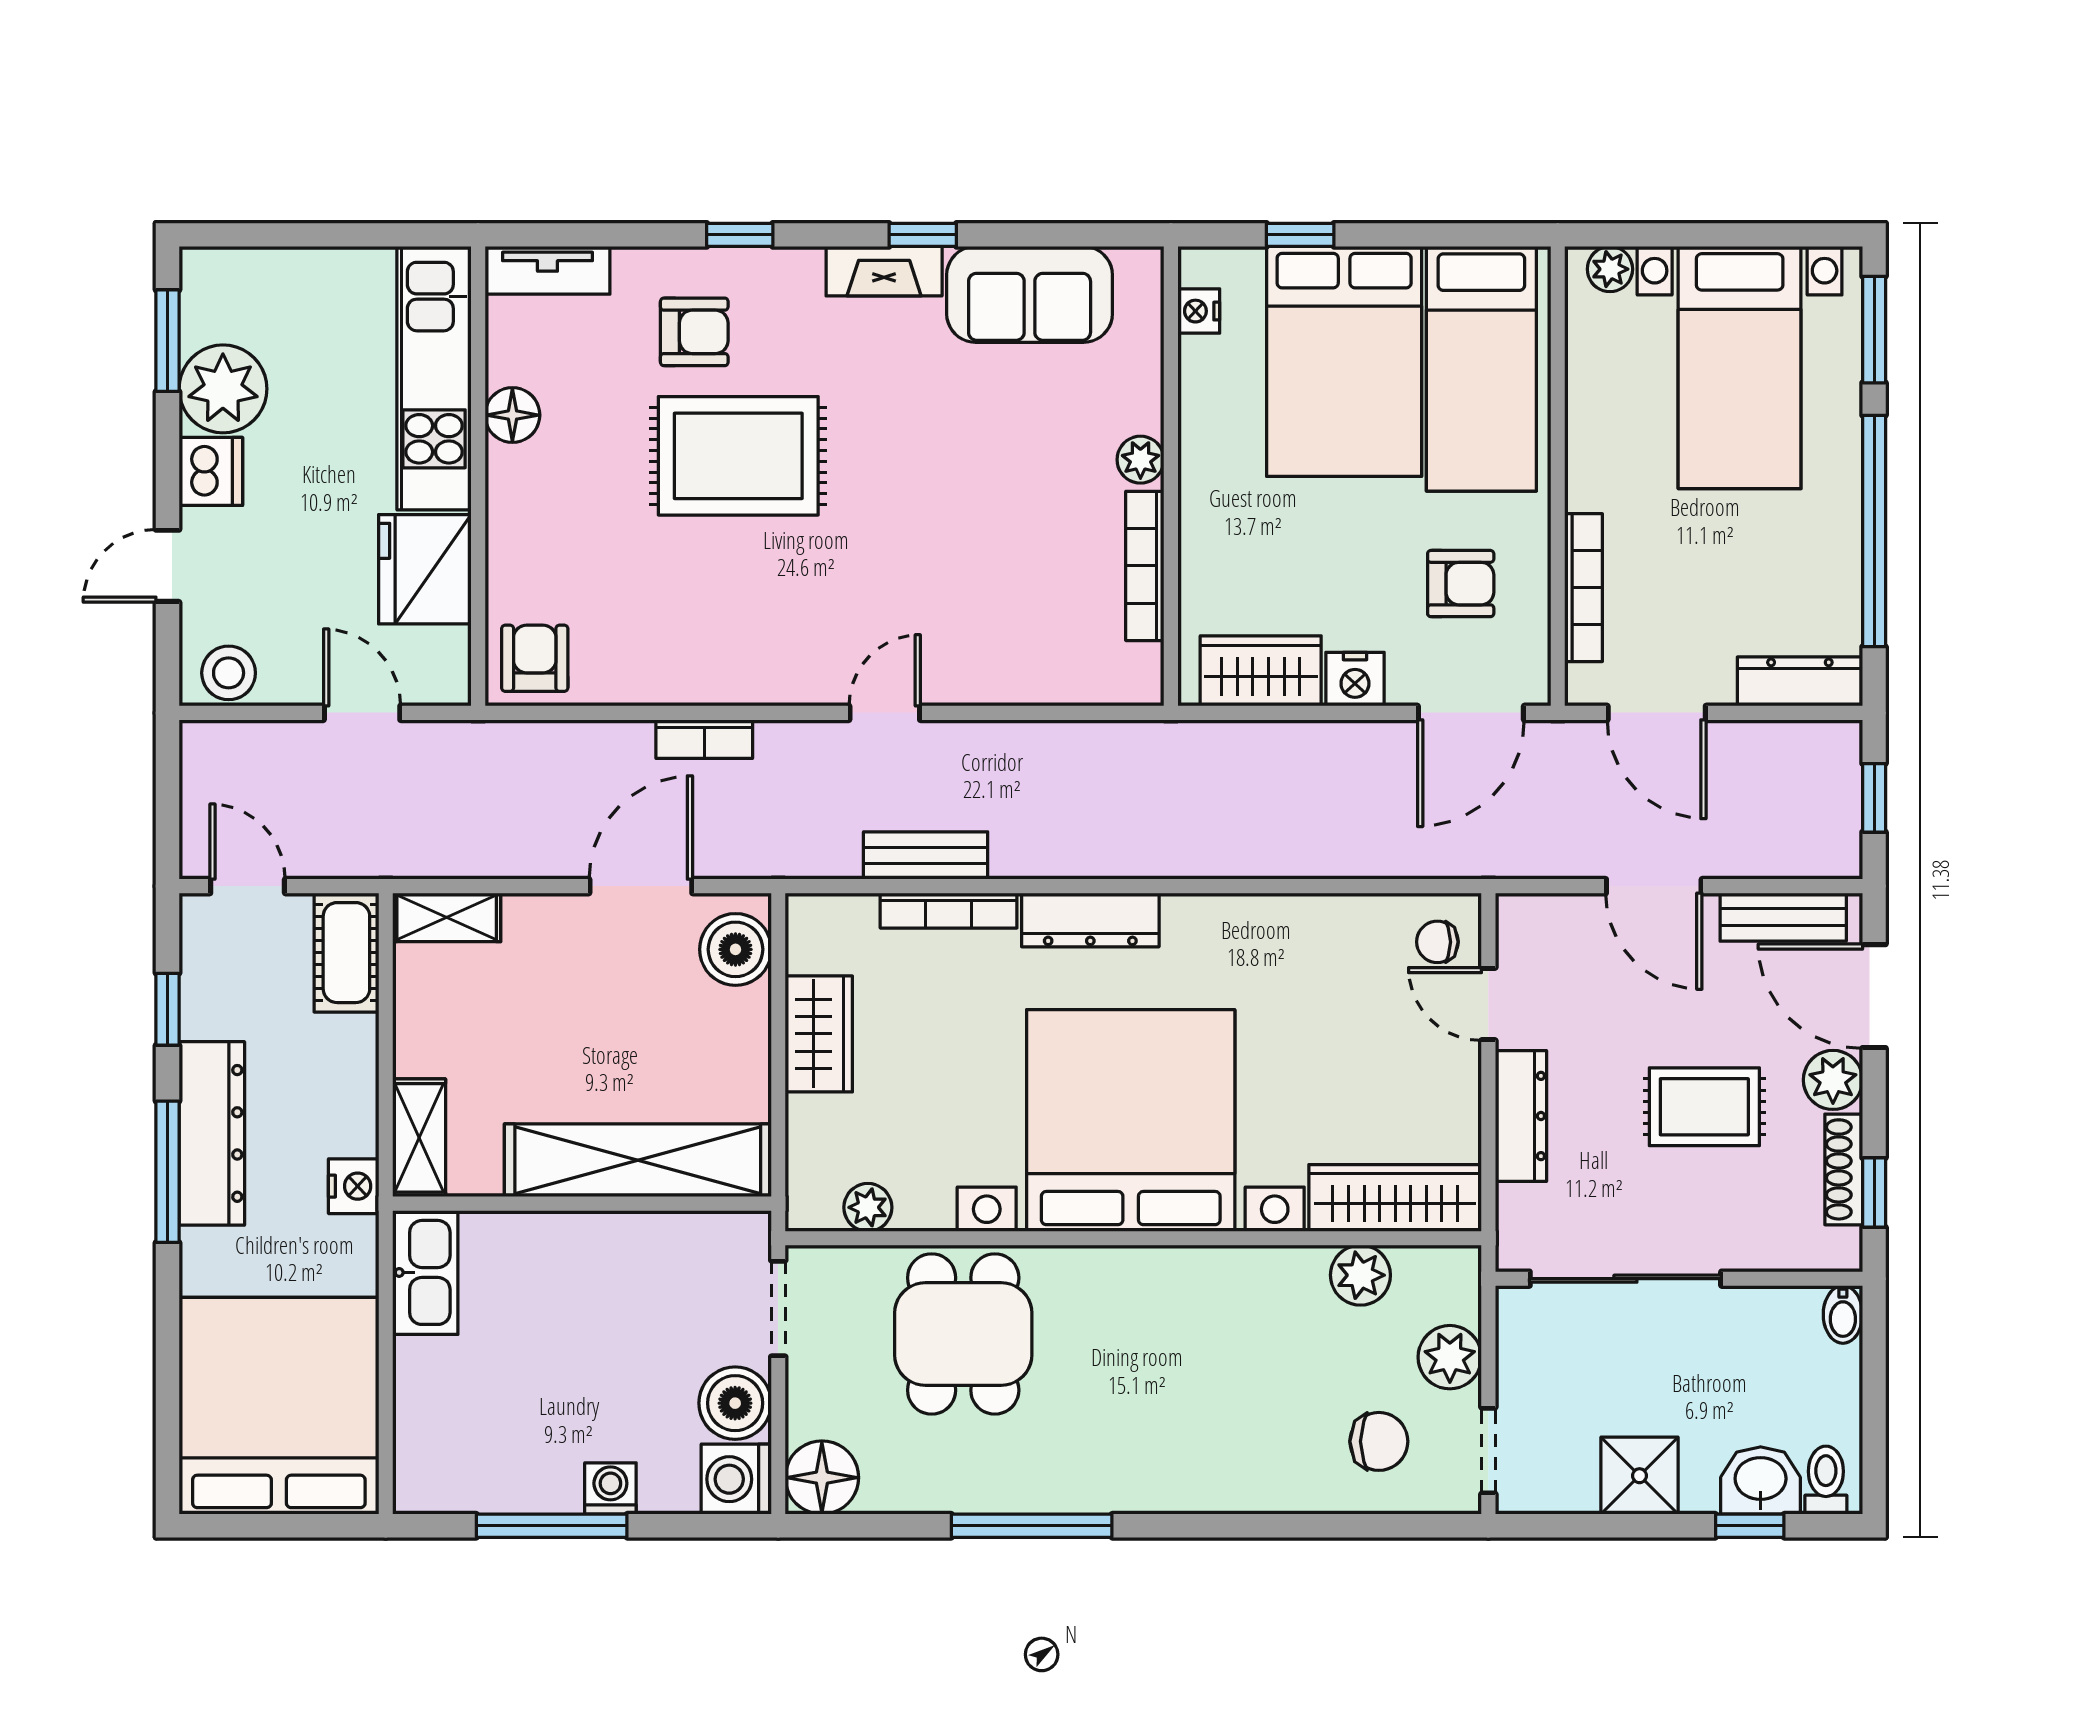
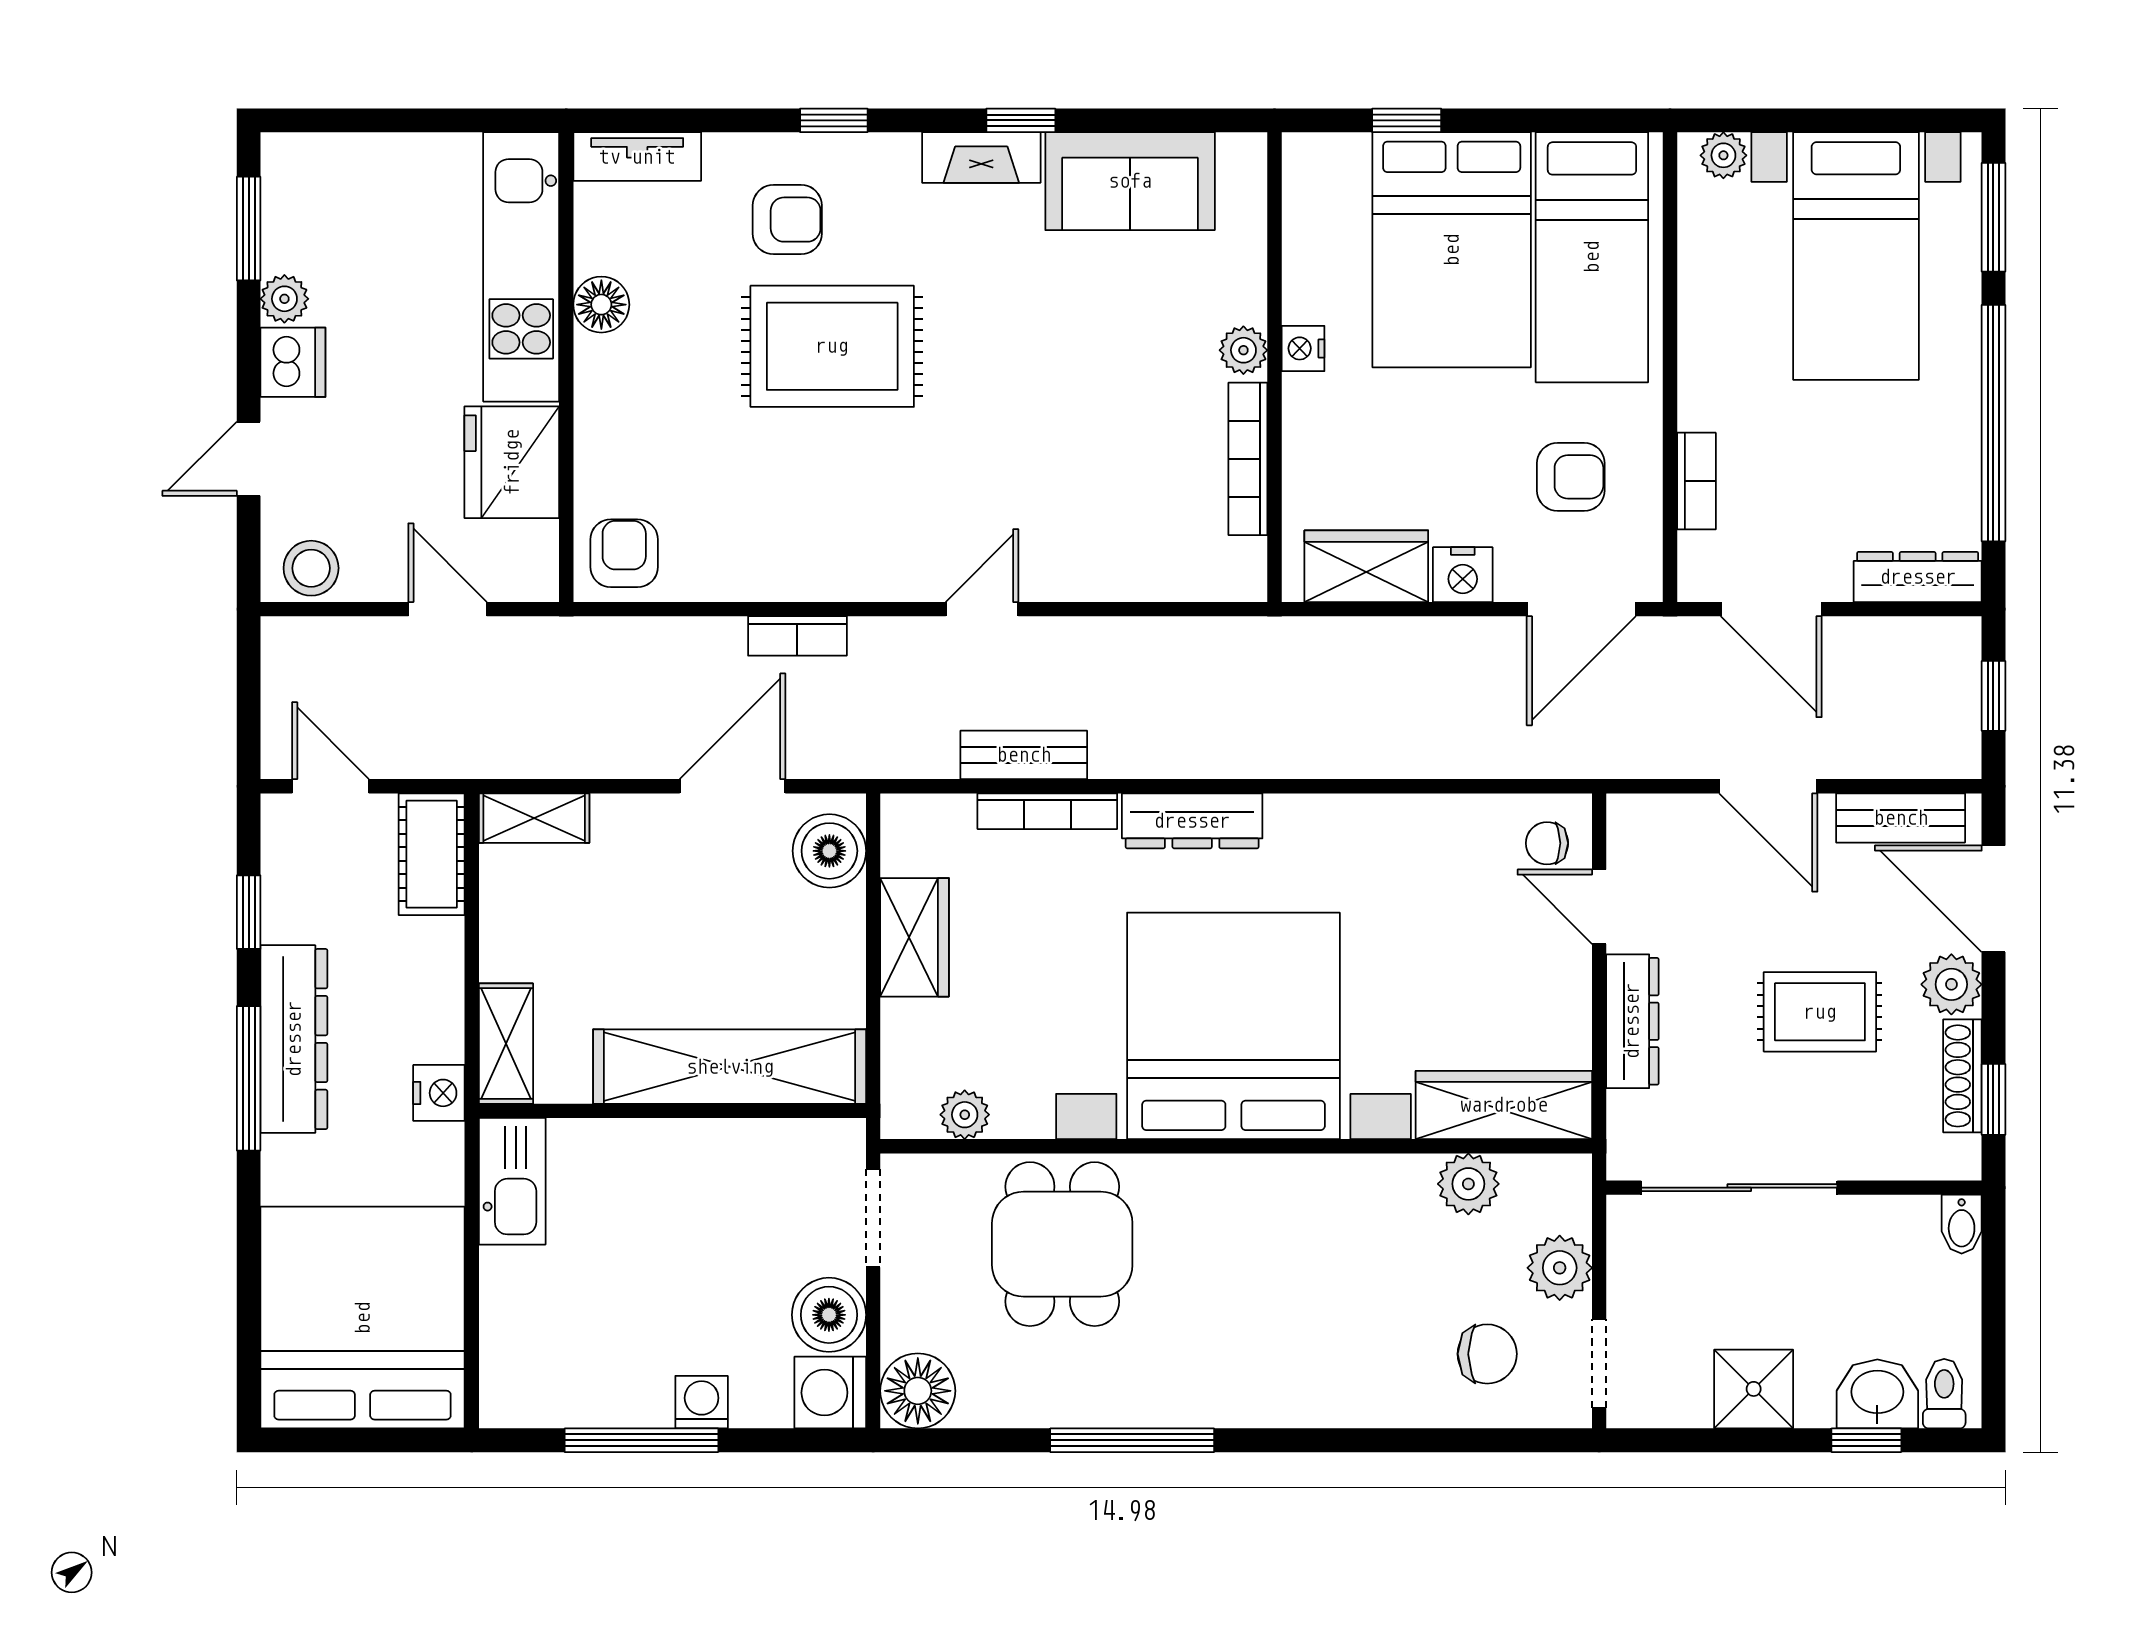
nightstand: (1199, 311) -> (1303, 348), moved
plant: (223, 389) -> (284, 299), width x0.53, depth x0.53
bookcase: (1584, 588) -> (1696, 481), width x0.64

